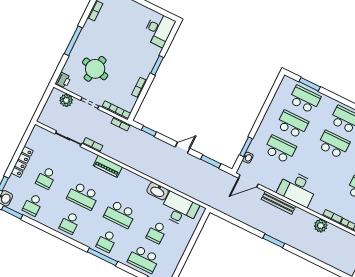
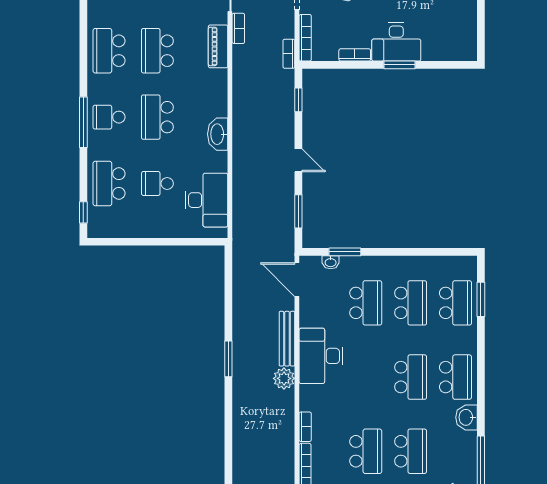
desk: (159, 29) -> (396, 42), moved
piano: (108, 166) -> (218, 46), moved
washbasin: (158, 191) -> (218, 134), moved
school desk: (70, 223) -> (109, 51), width x1.85
plant: (321, 226) -> (284, 378), moved

